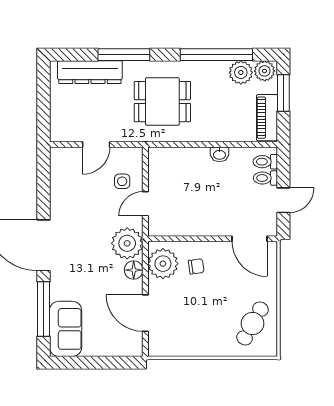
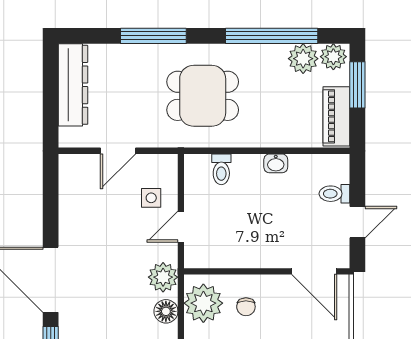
dresser: (90, 72) -> (73, 85), moved, turned -90
toilet: (265, 162) -> (221, 169), moved, turned -90
plant: (127, 243) -> (163, 277), width x0.73, depth x0.73
chair: (196, 266) -> (246, 307), turned 98

